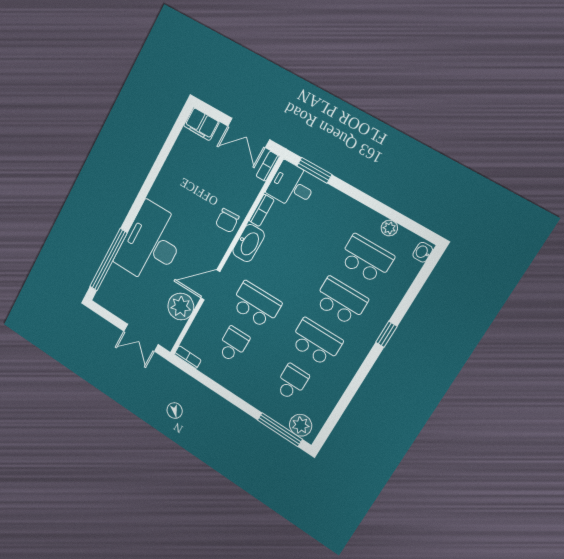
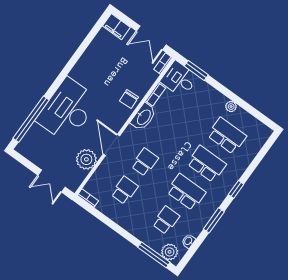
plant: (389, 228) -> (231, 106), moved
washbasin: (423, 252) -> (188, 241), moved
door: (210, 285) -> (111, 145), hinge flipped
school desk: (256, 305) -> (145, 162), width x0.54
window: (358, 380) -> (214, 220), added

